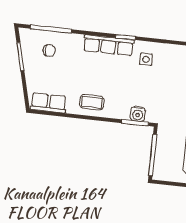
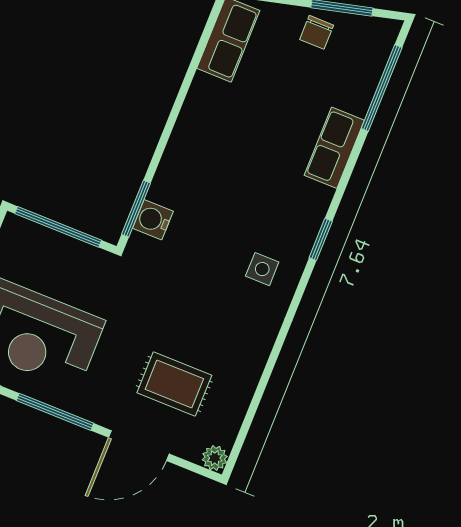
row of seats: (109, 45) -> (334, 148), moved, width x0.68
chair: (49, 50) -> (317, 32), moved
coffee table: (92, 102) -> (204, 130), removed

